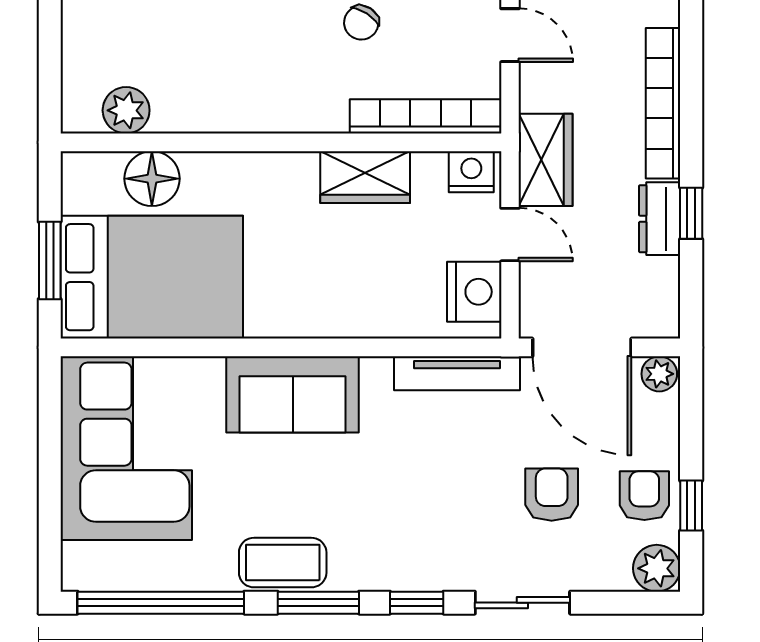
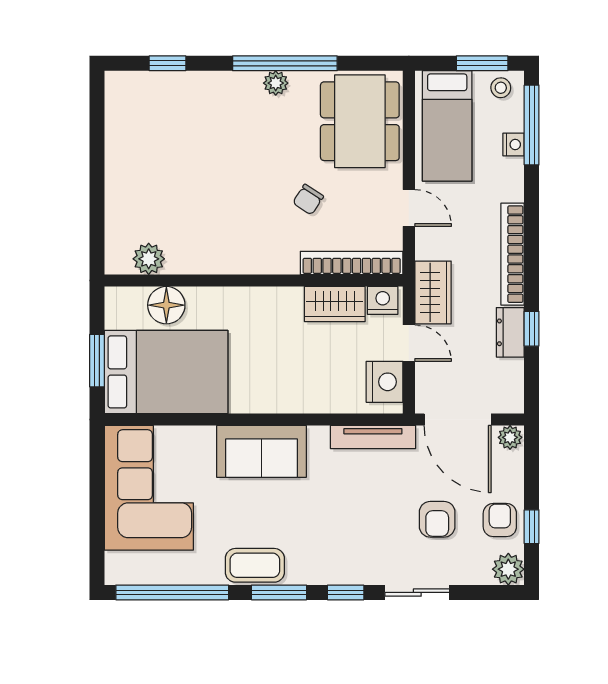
wardrobe: (365, 177) -> (335, 304), moved
armchair: (552, 495) -> (437, 519), turned 180

